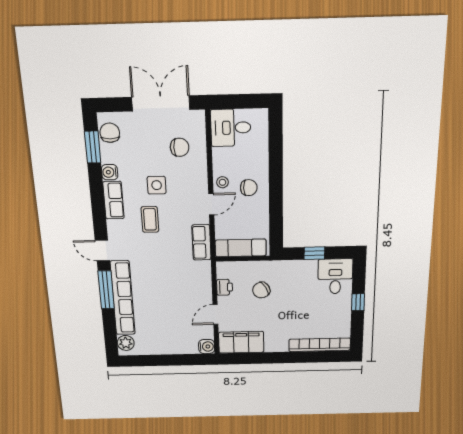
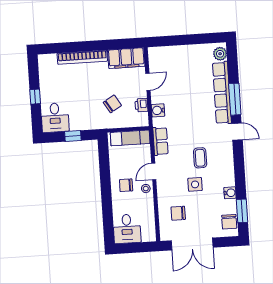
desk: (231, 128) -> (127, 229), moved, turned 90
row of seats: (113, 200) -> (228, 172), removed
bookcase: (320, 345) -> (82, 57), moved
water cooler: (207, 347) -> (158, 110), moved

